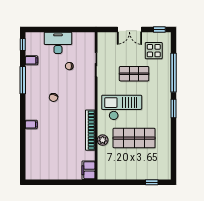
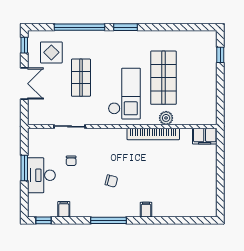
window: (64, 29) -> (24, 168), added
window: (23, 80) -> (109, 220), moved
checkout: (122, 108) -> (124, 94), turned 180

